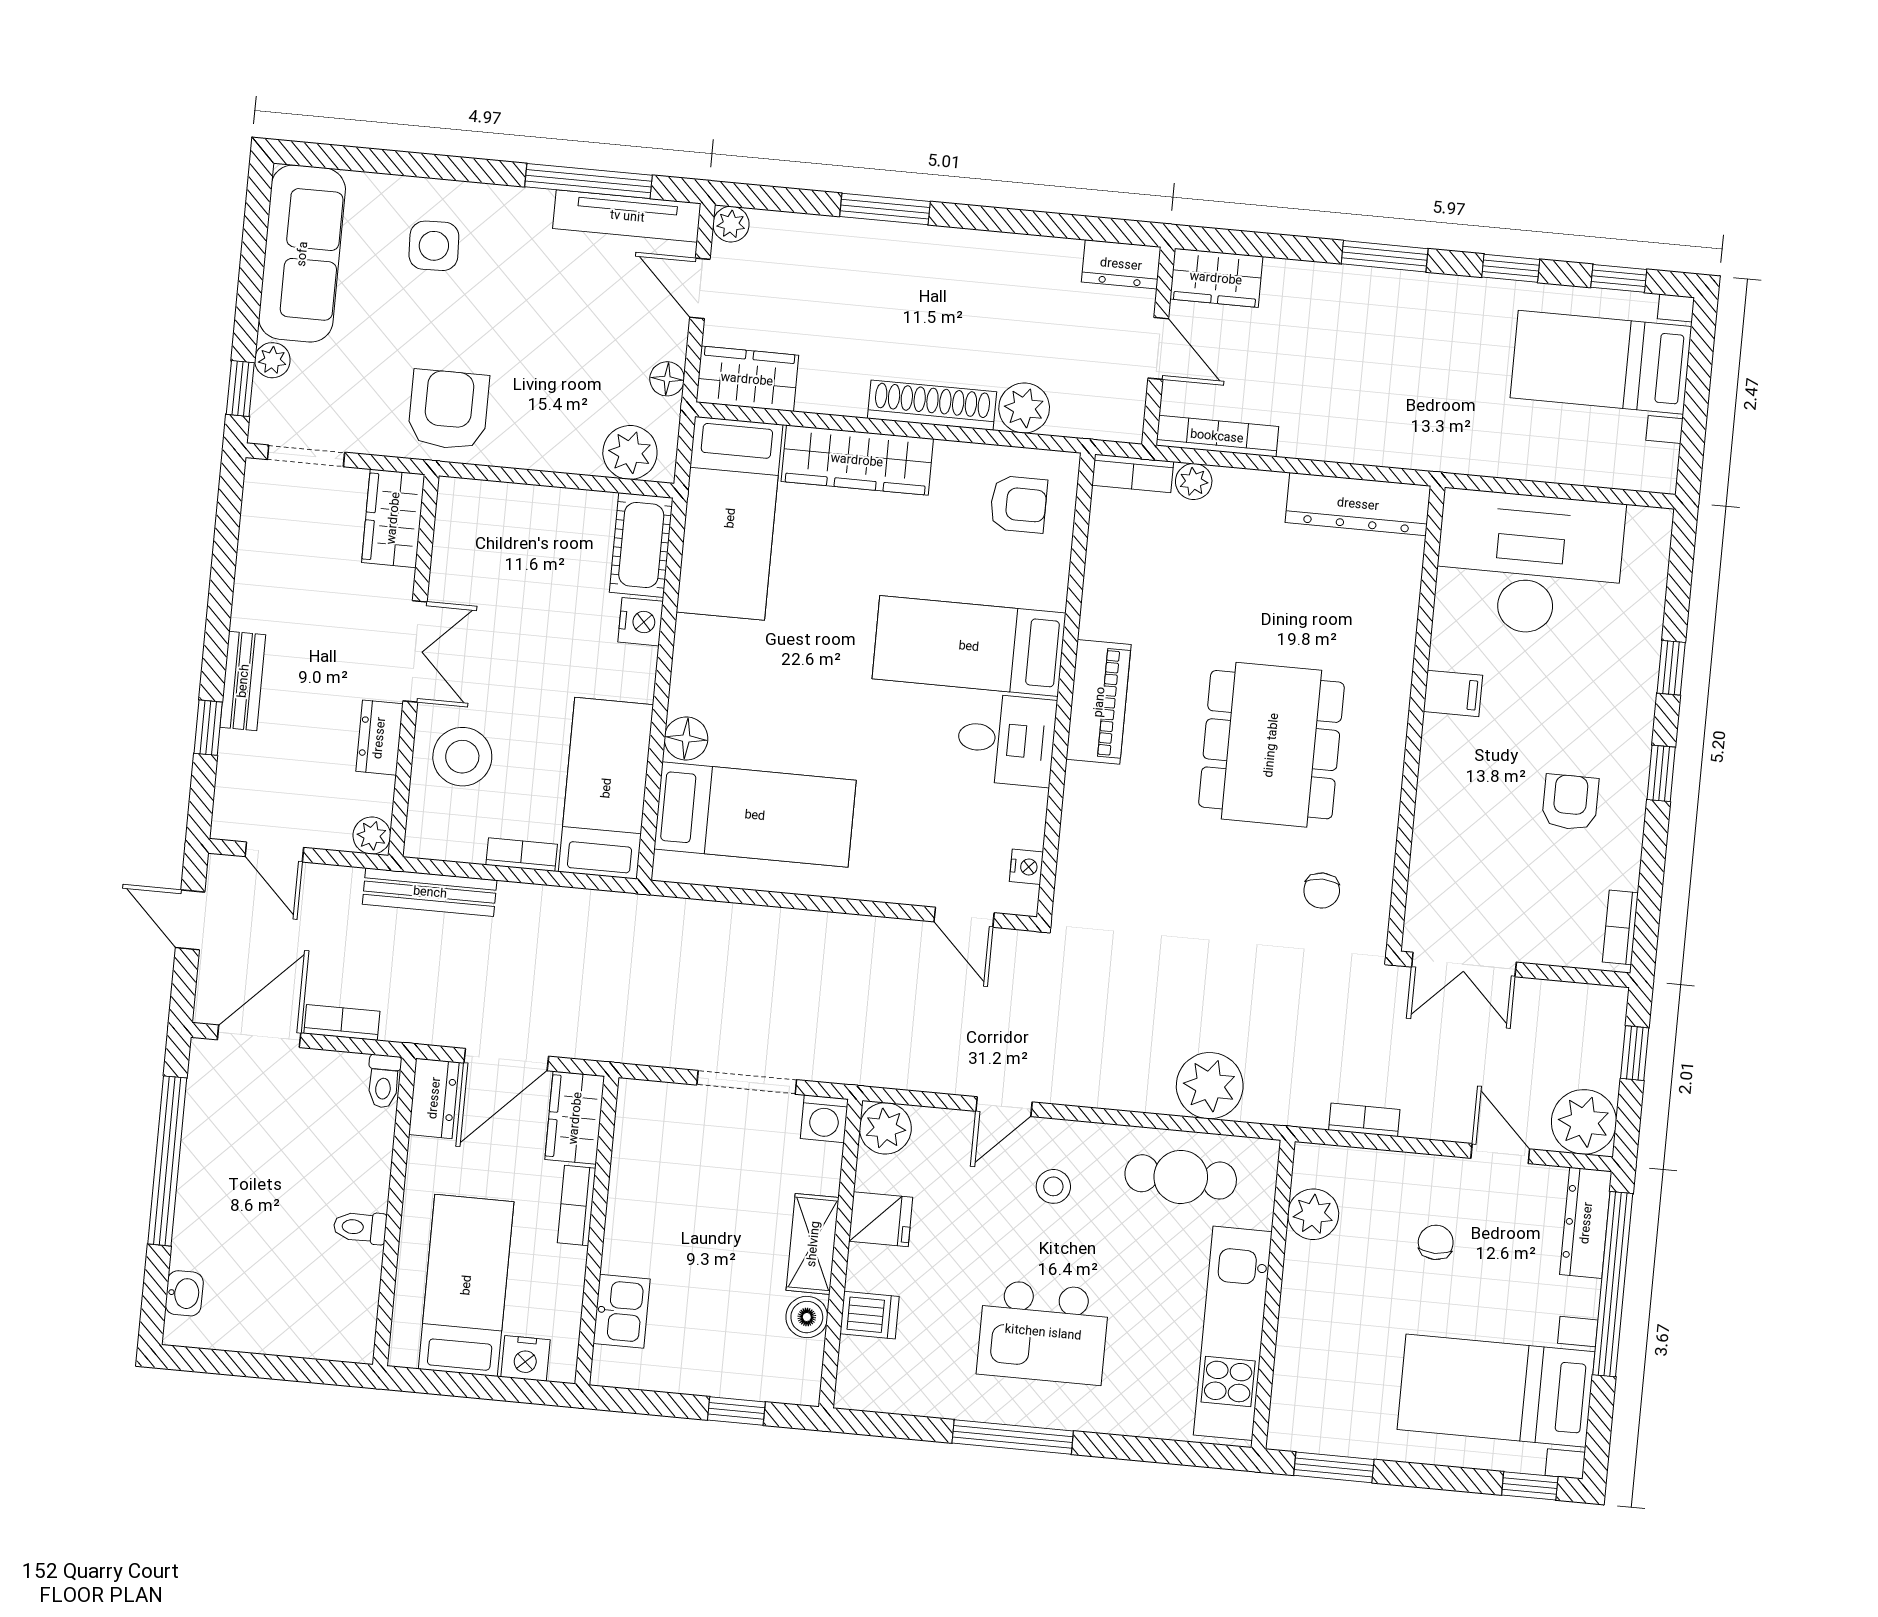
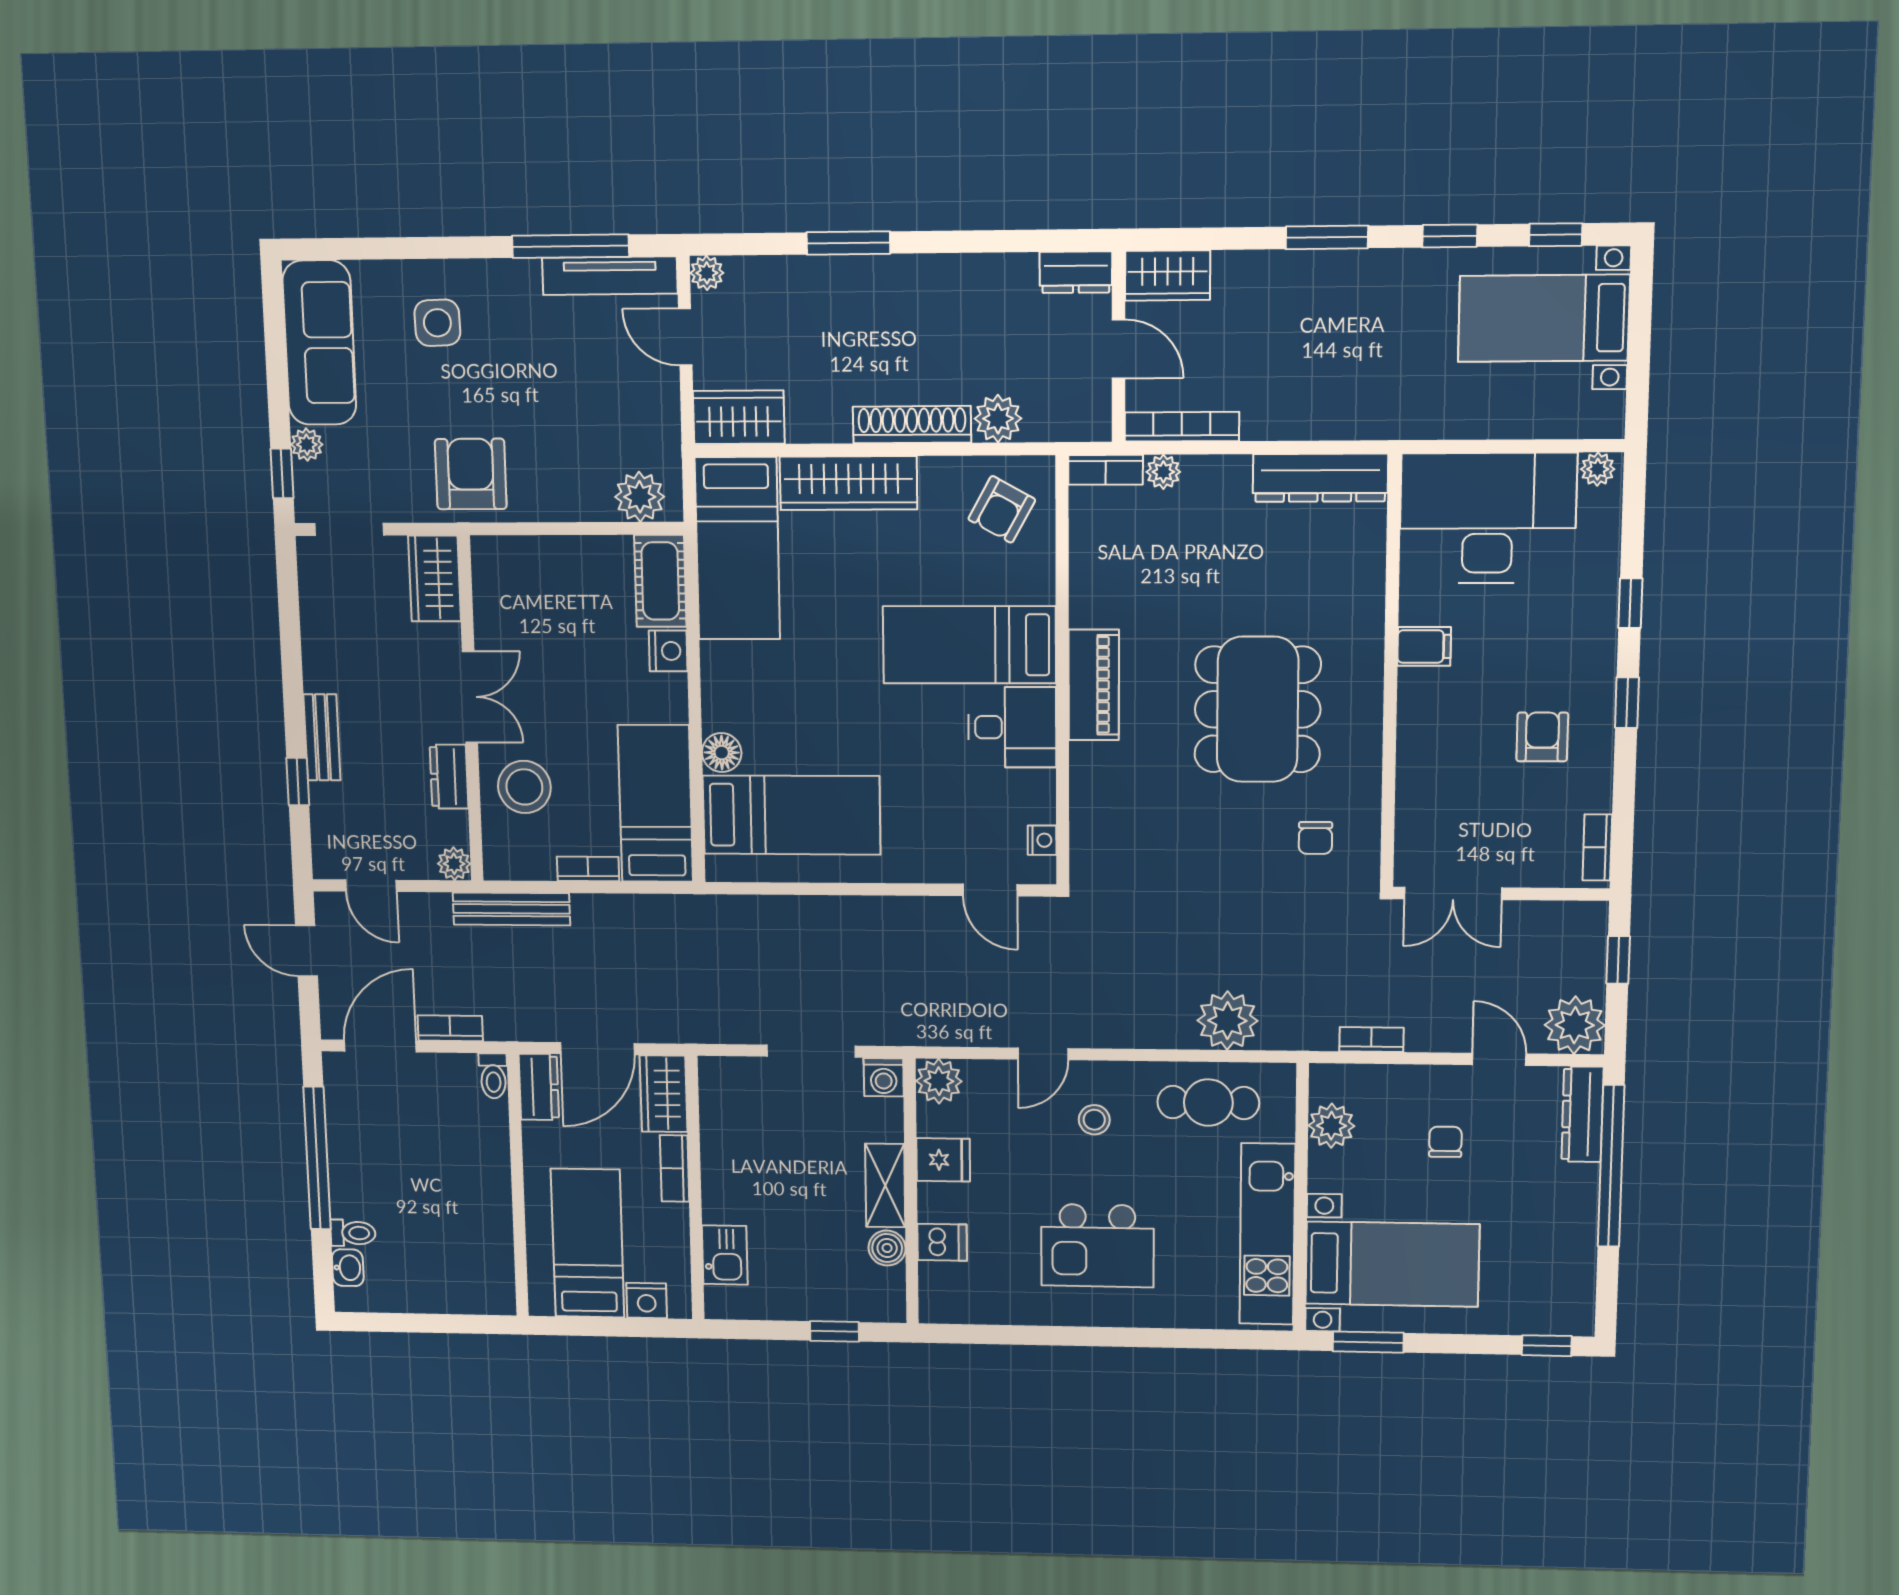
floor lamp: (667, 379) -> (665, 425), removed
armchair: (1019, 504) -> (1002, 509), turned 119
plant: (1646, 524) -> (1598, 469), added
toilet: (360, 1227) -> (353, 1233), moved, turned 180
bed with nightstands: (1496, 1391) -> (1392, 1264), moved, turned 180
window: (1013, 1437) -> (1079, 1336), removed

